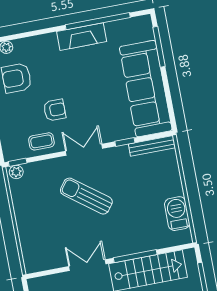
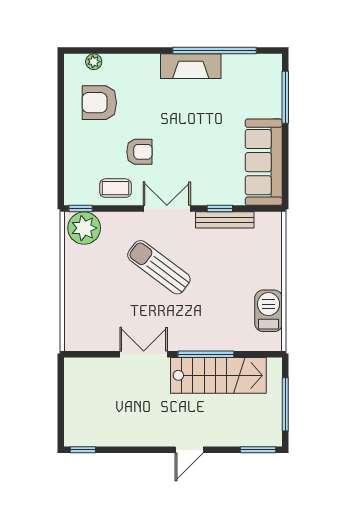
sofa: (146, 89) -> (264, 162), width x0.74, depth x0.79
bench: (152, 146) -> (225, 220), moved
plant: (16, 172) -> (84, 228), width x1.88, depth x1.88

